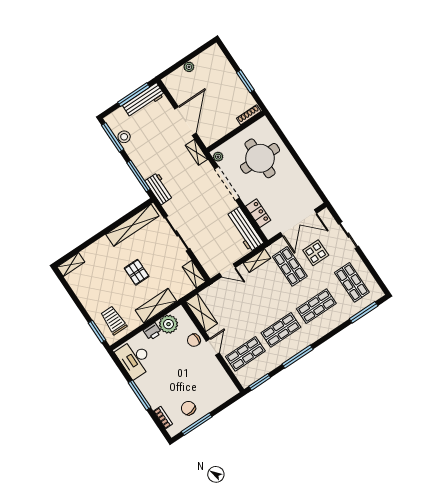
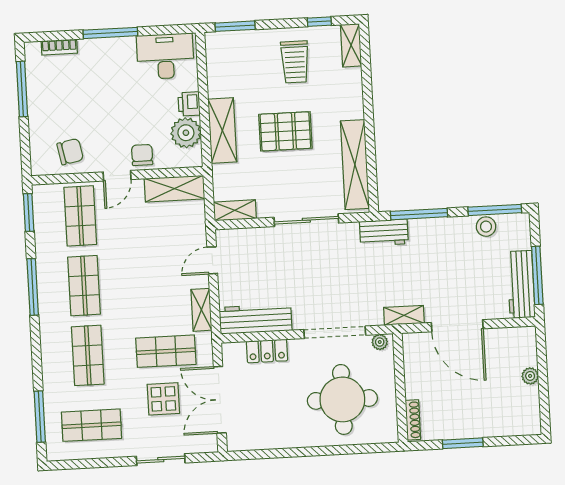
pallet: (137, 272) -> (285, 131), width x1.50, depth x1.42
window: (68, 289) -> (319, 22), added
trolley: (114, 320) -> (295, 62), moved, turned 90
door: (213, 347) -> (117, 176), hinge flipped
chair: (188, 408) -> (70, 152), moved

